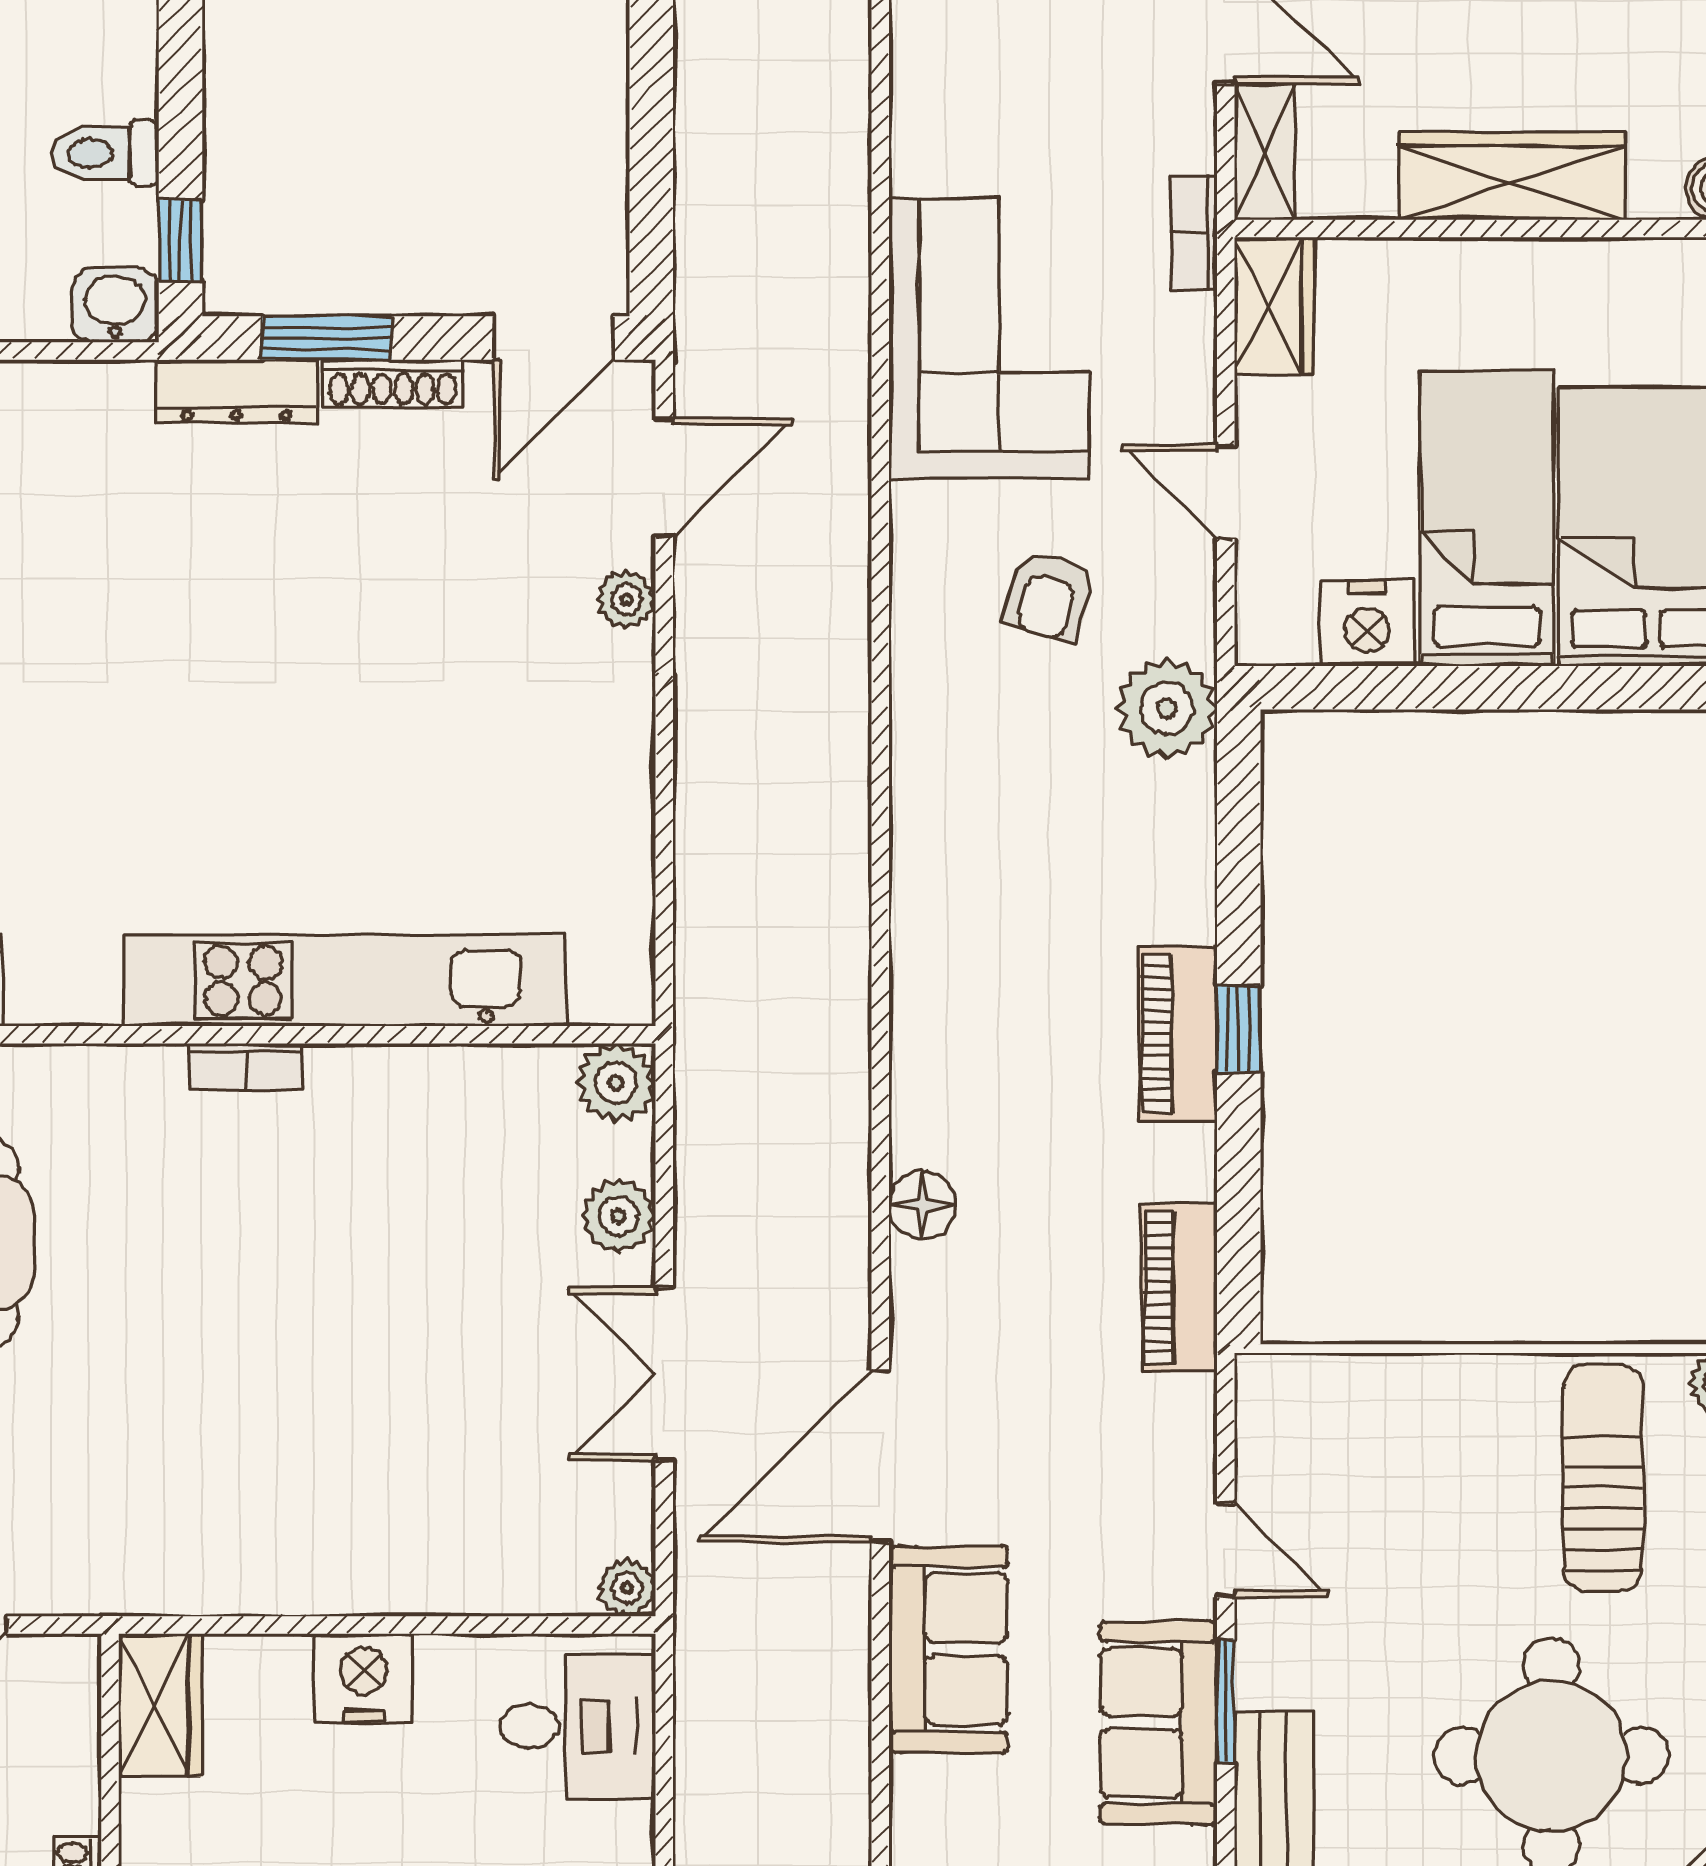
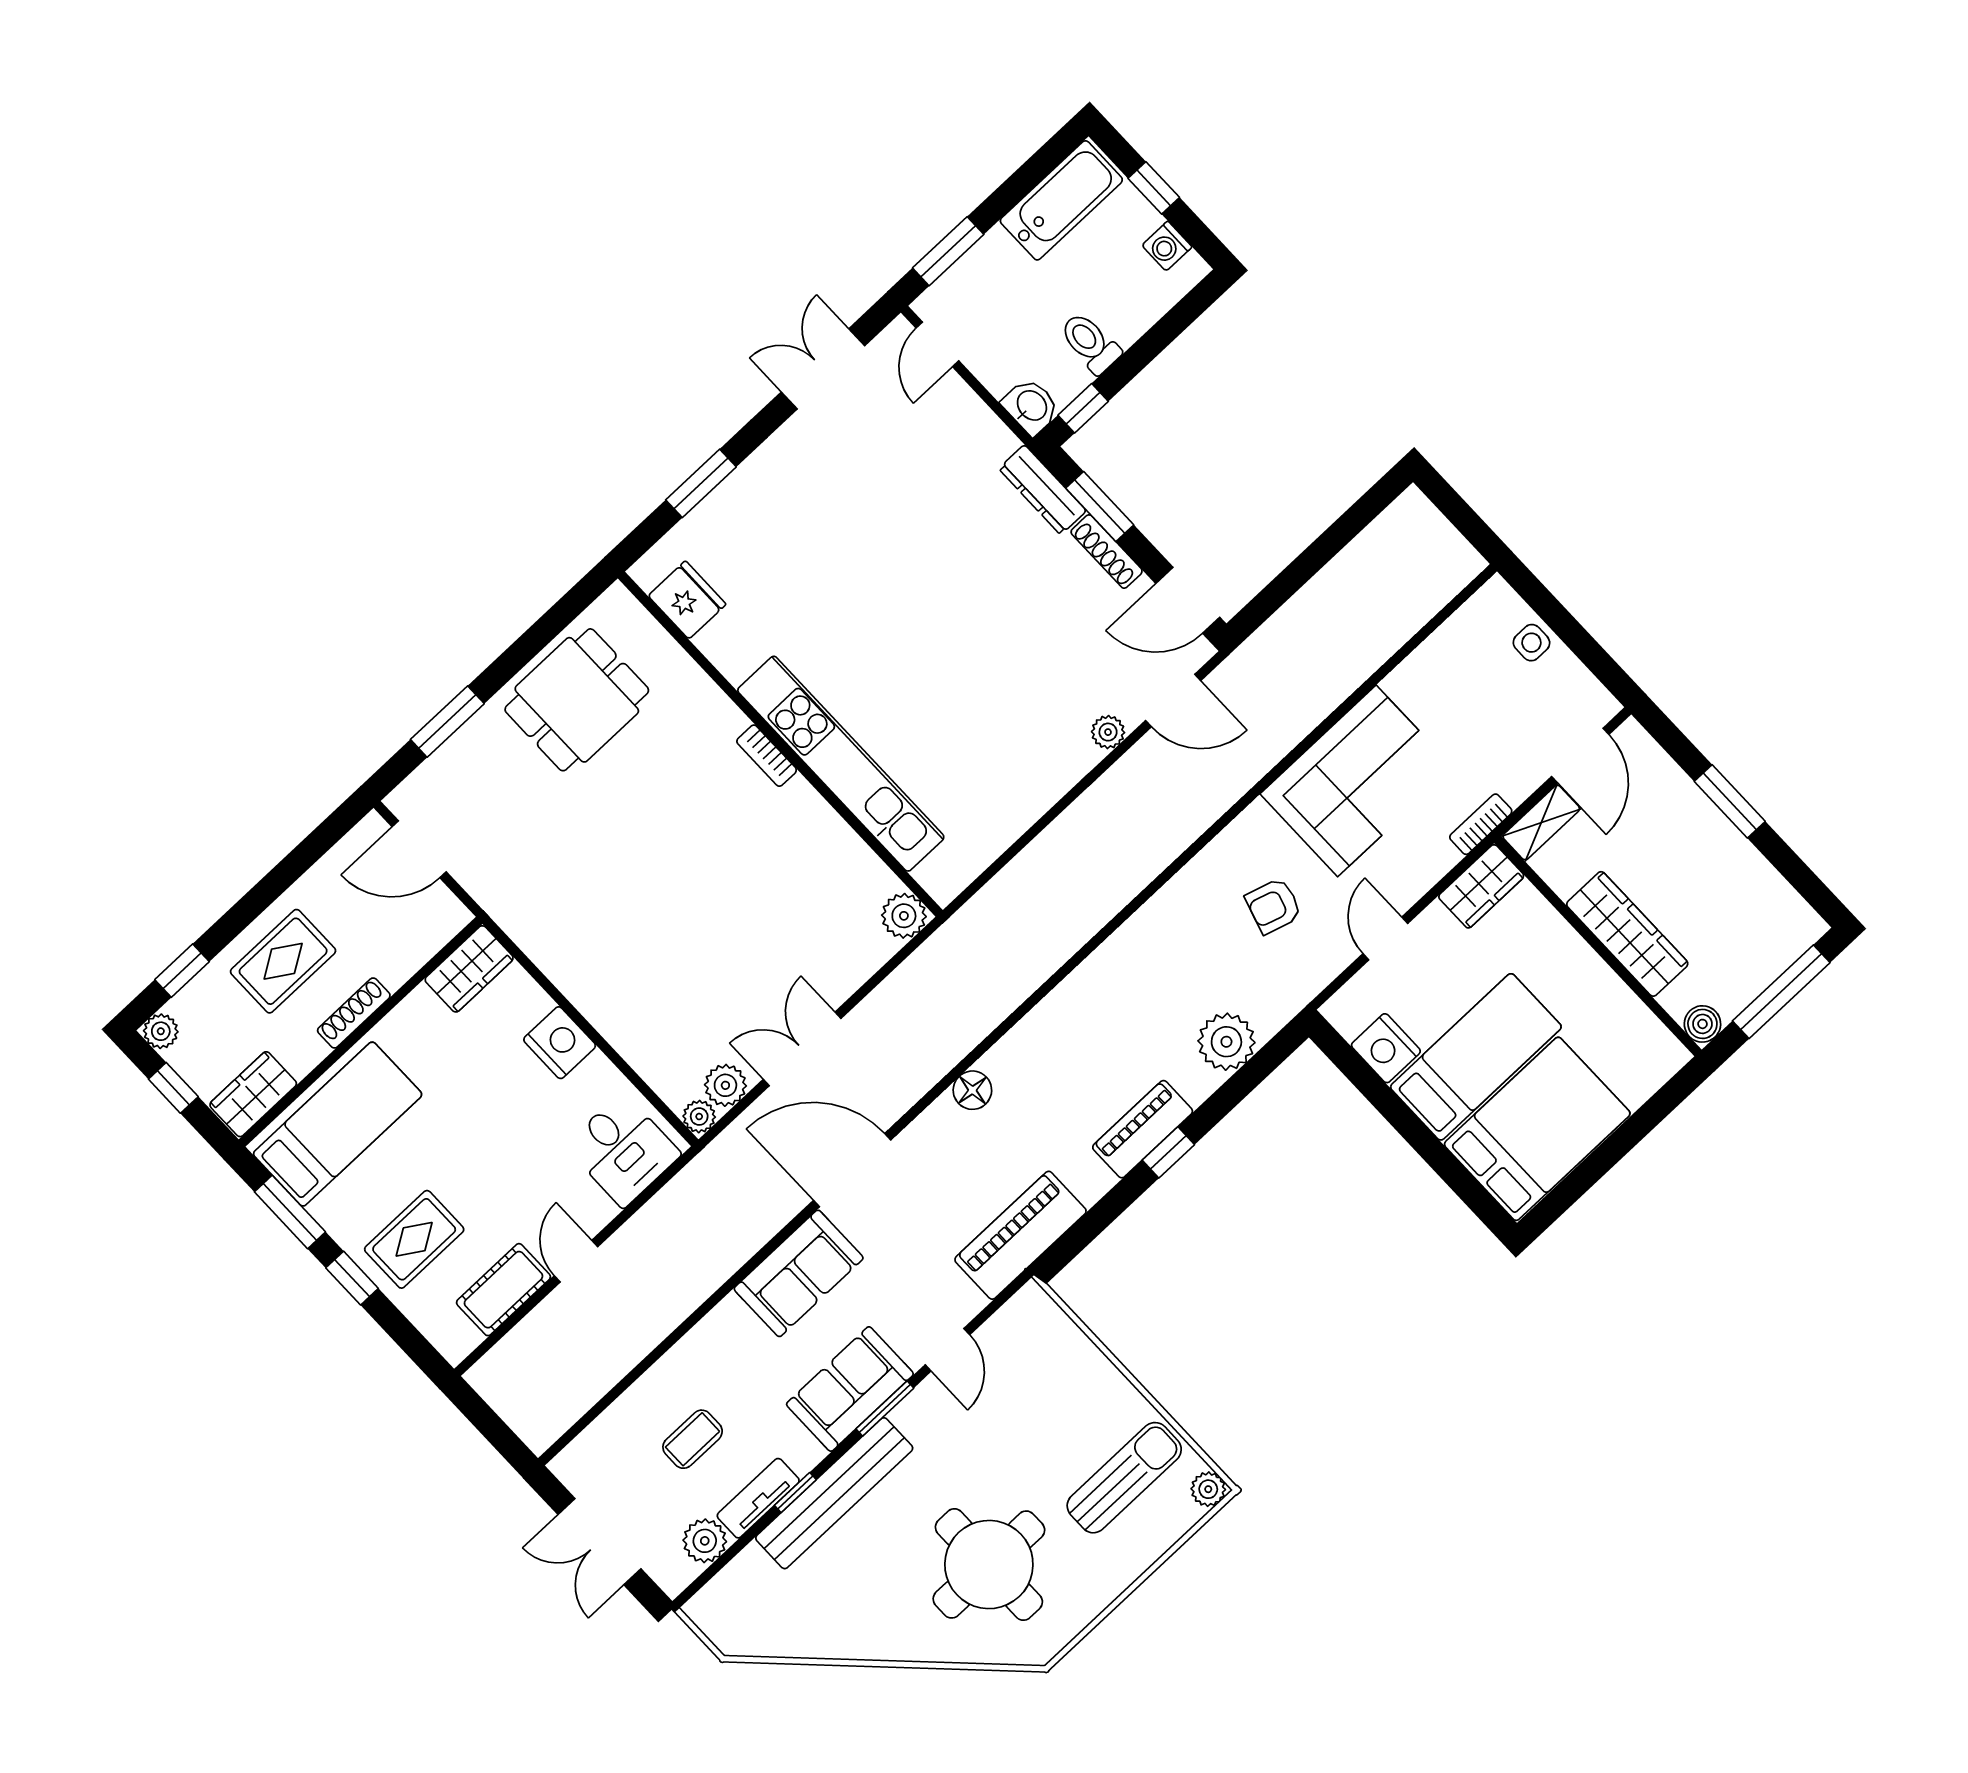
plant: (1167, 709) -> (1226, 1042), moved
plant: (619, 1216) -> (725, 1085), moved
piano: (1179, 1287) -> (1020, 1235), width x1.37, depth x1.33

